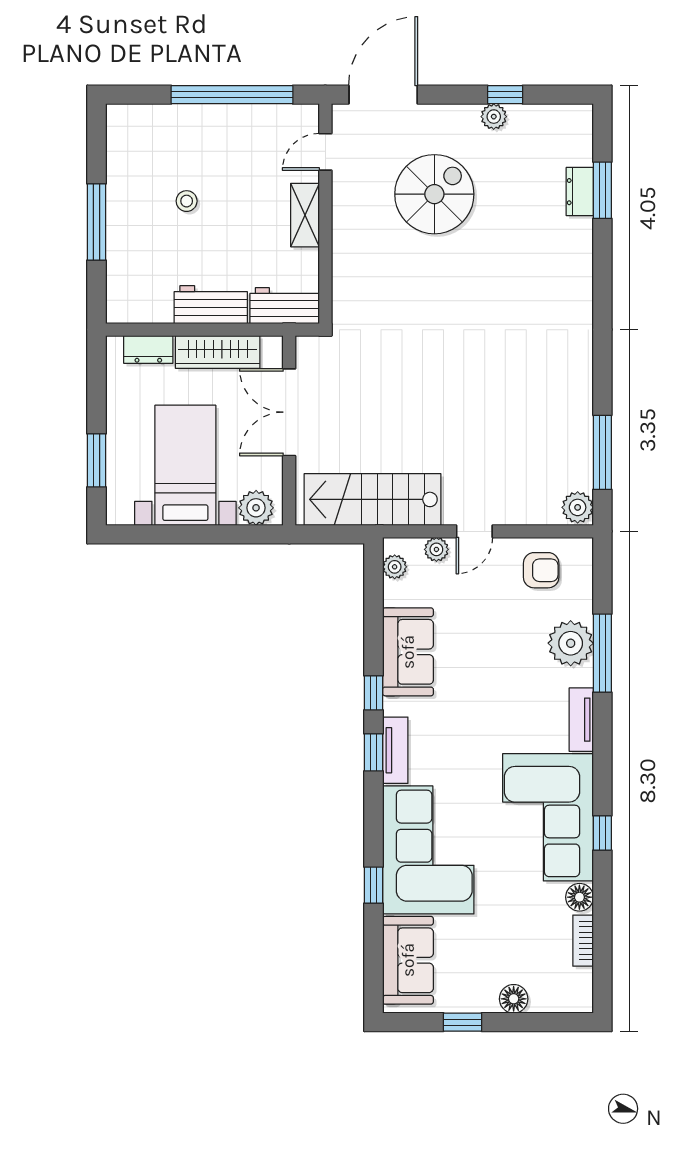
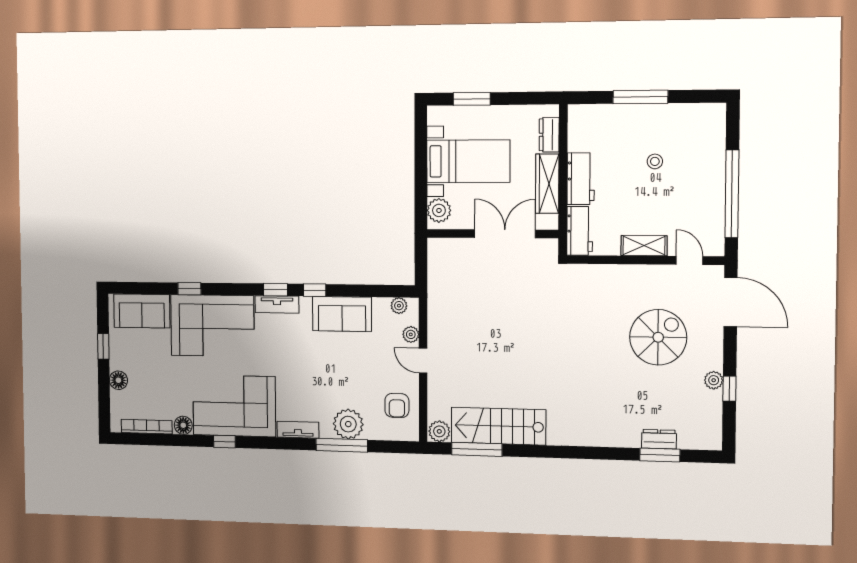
spiral stairs: (434, 194) -> (658, 337), turned -90
stairs: (372, 499) -> (498, 426), moved, turned -90
bookcase: (583, 941) -> (147, 427), width x1.56

